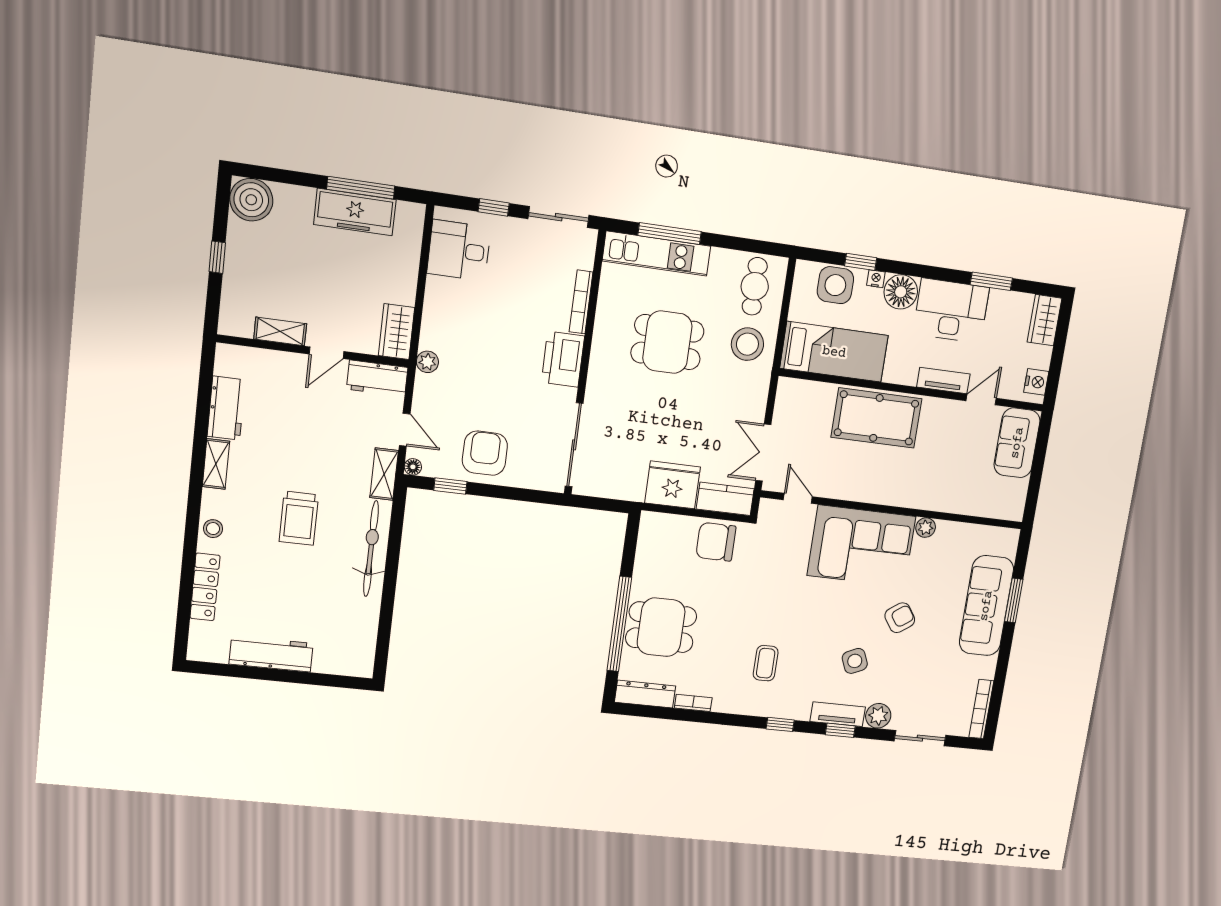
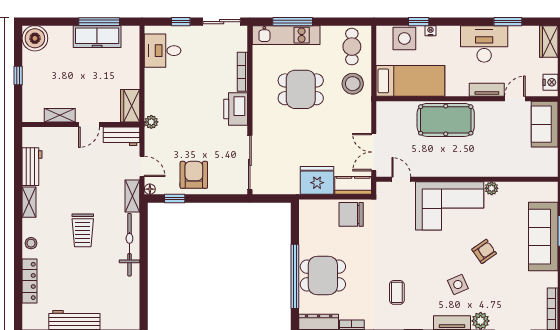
floor lamp: (901, 292) -> (448, 37), removed

